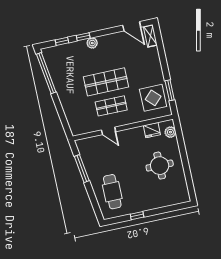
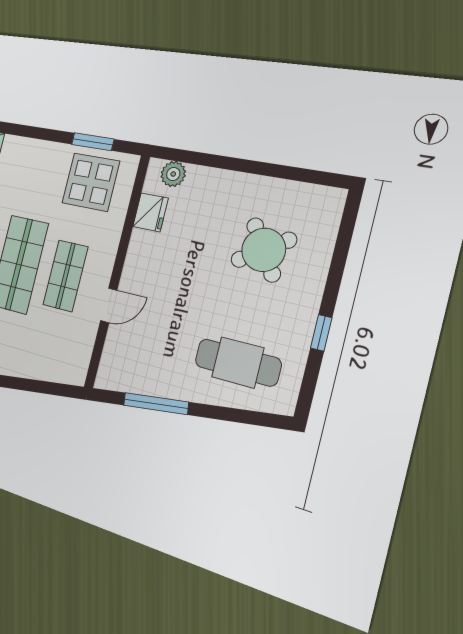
round table: (160, 166) -> (264, 250), moved, turned -33

